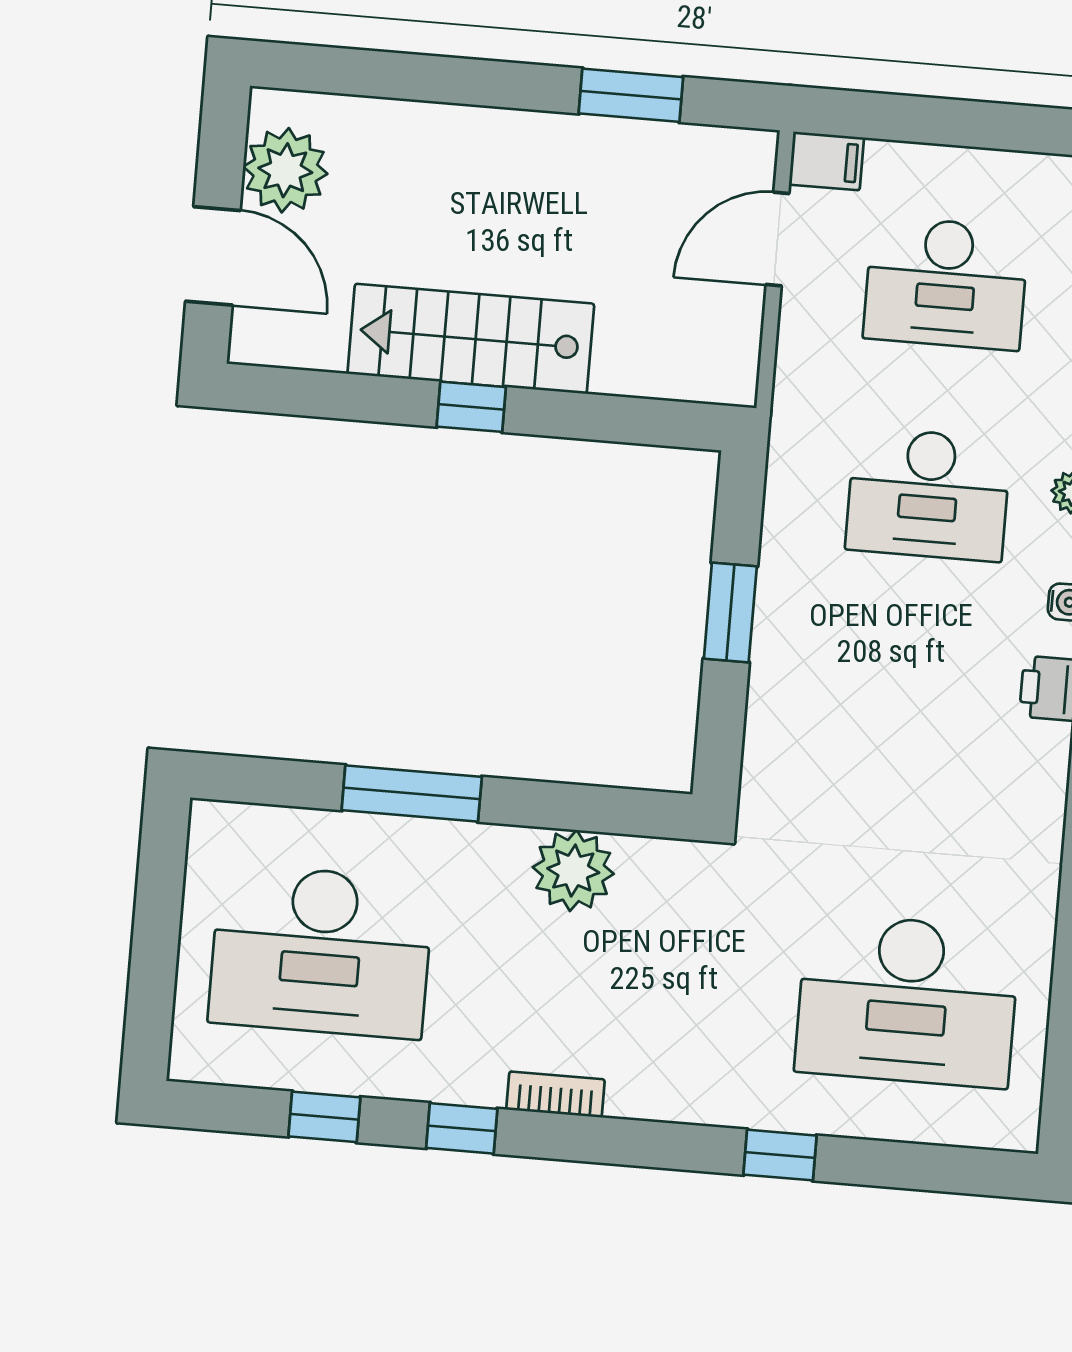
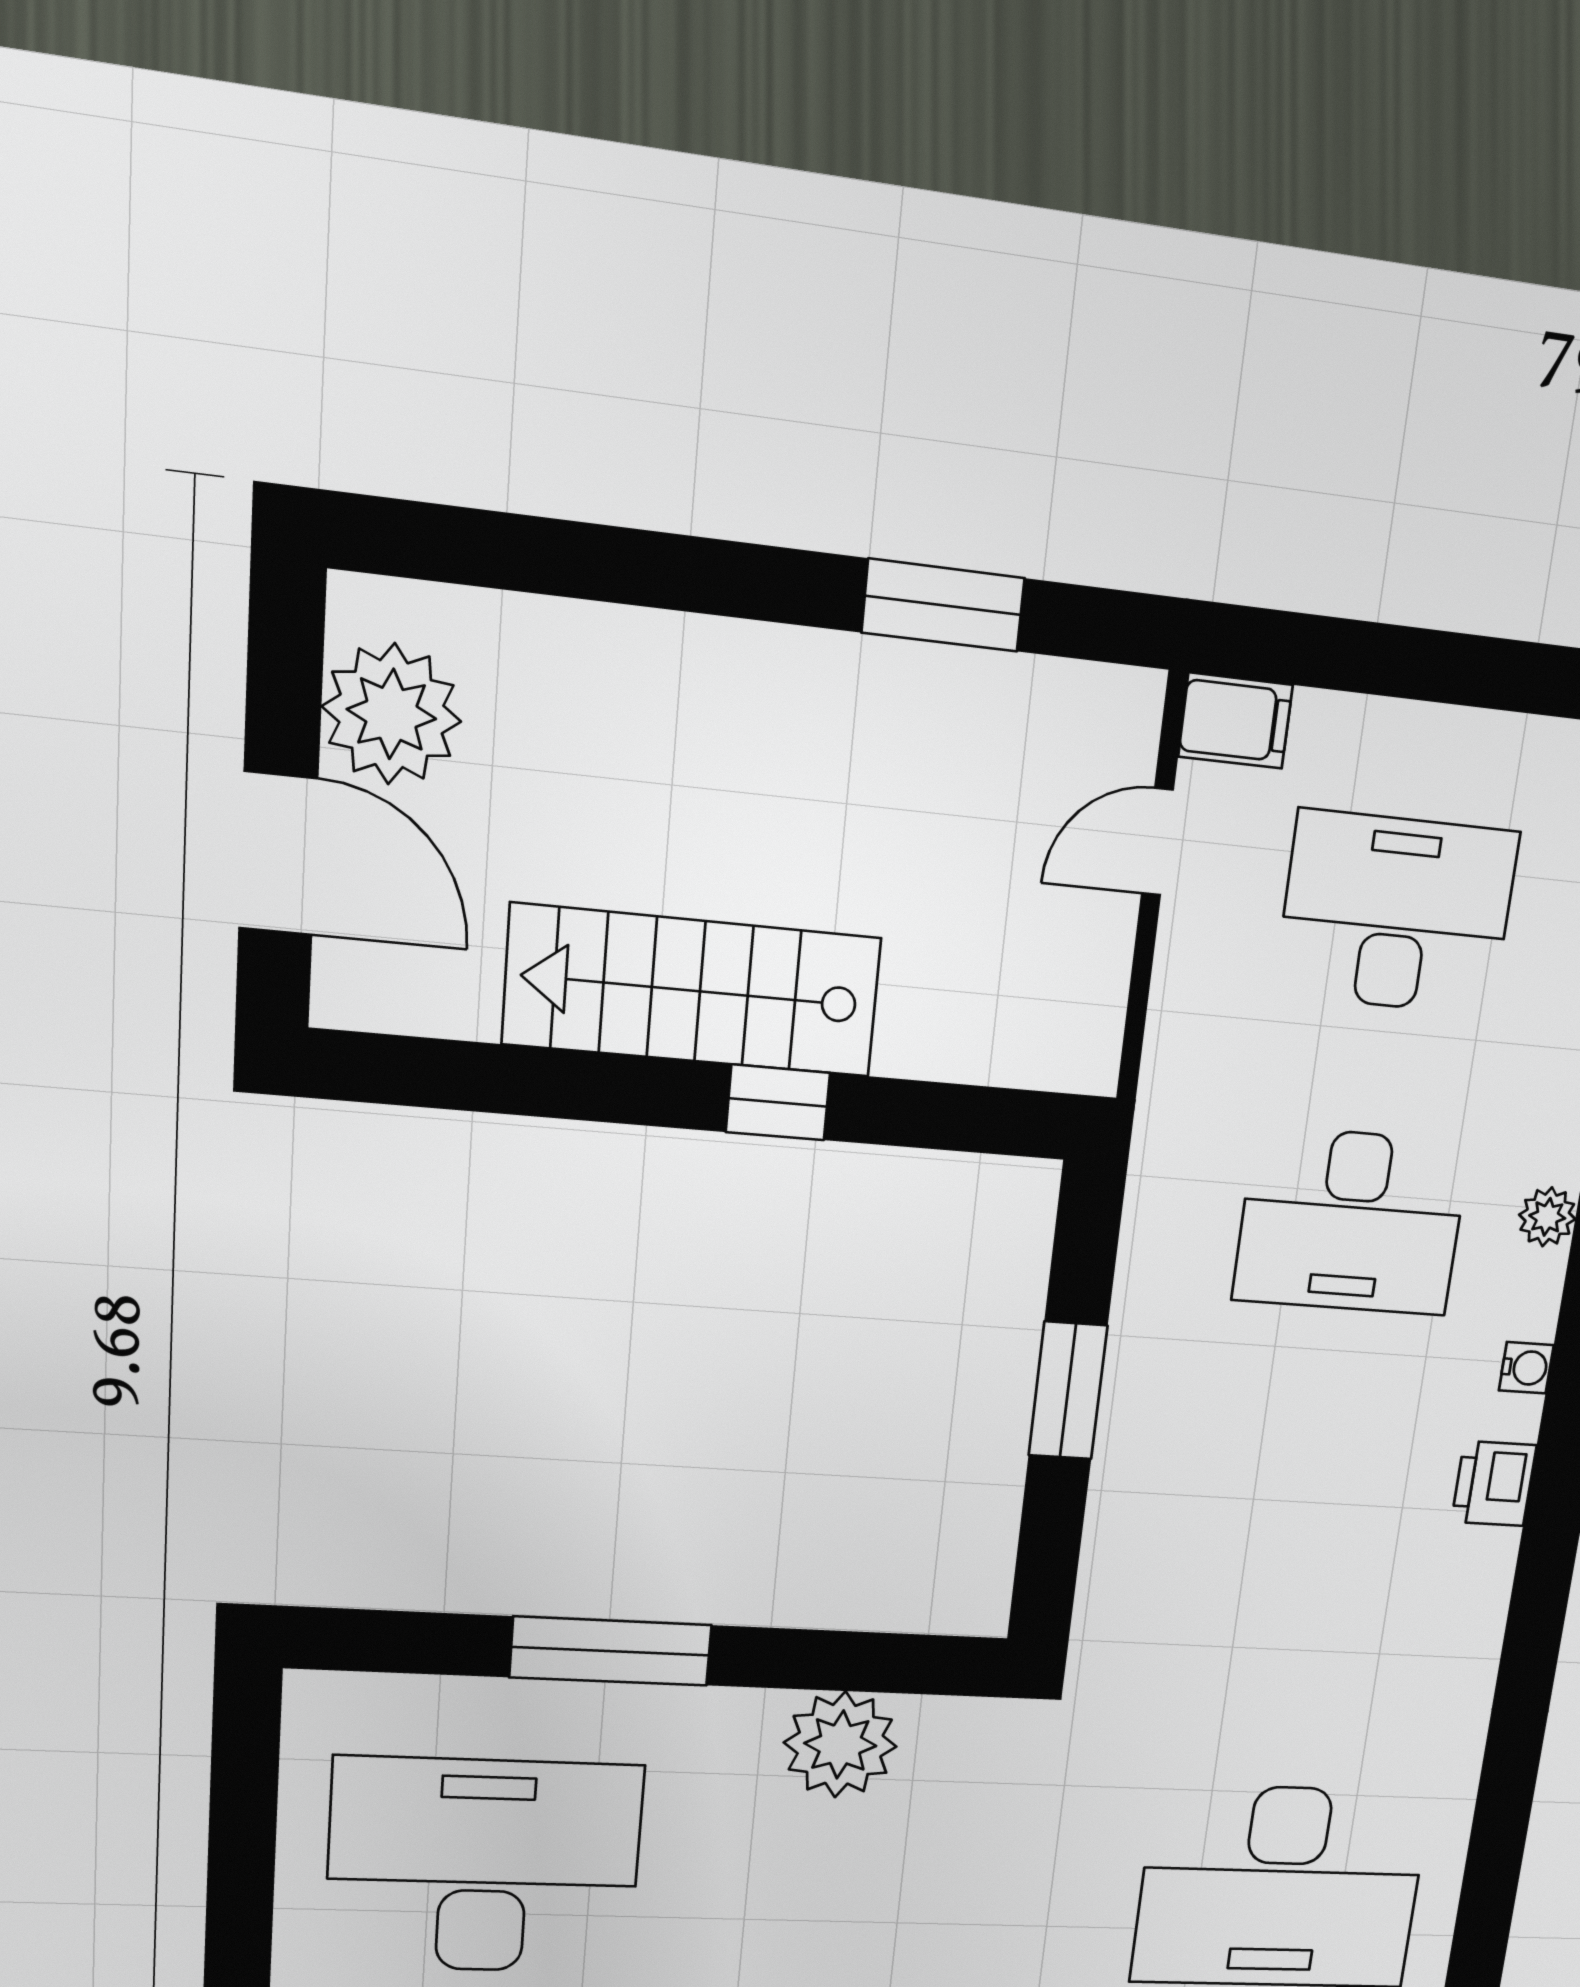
door: (778, 239) -> (1158, 842), width x0.73
desk: (946, 283) -> (1397, 913), turned 180
window: (471, 407) -> (778, 1102), moved
desk: (321, 951) -> (484, 1866), turned 180

